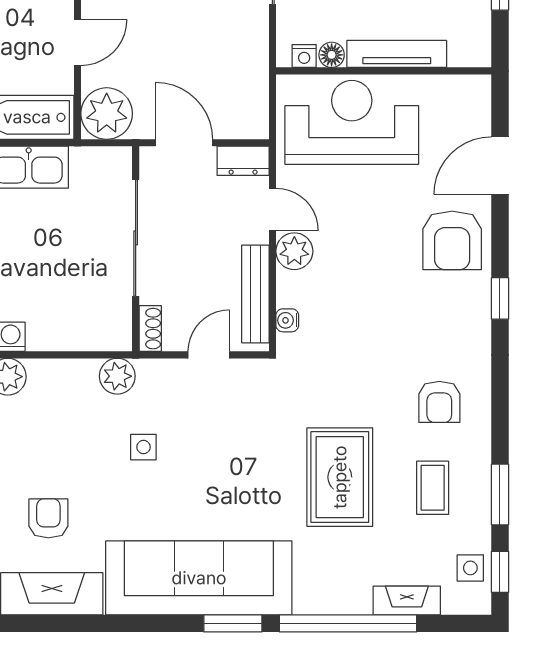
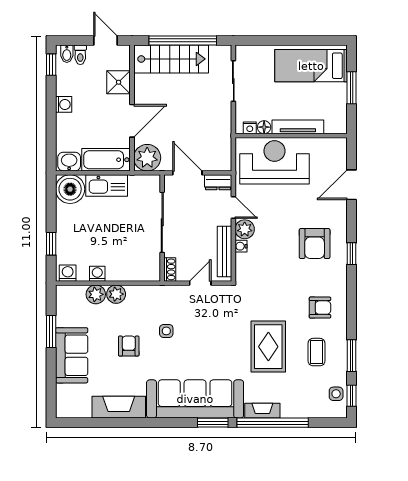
door: (77, 43) -> (132, 121), width x1.38
armchair: (452, 240) -> (315, 244), moved
water cooler: (287, 320) -> (241, 246), moved
plant: (117, 376) -> (116, 294), moved
armchair: (439, 402) -> (320, 308), turned -90
armchair: (48, 518) -> (129, 346), moved
fireplace: (407, 600) -> (262, 411), moved

